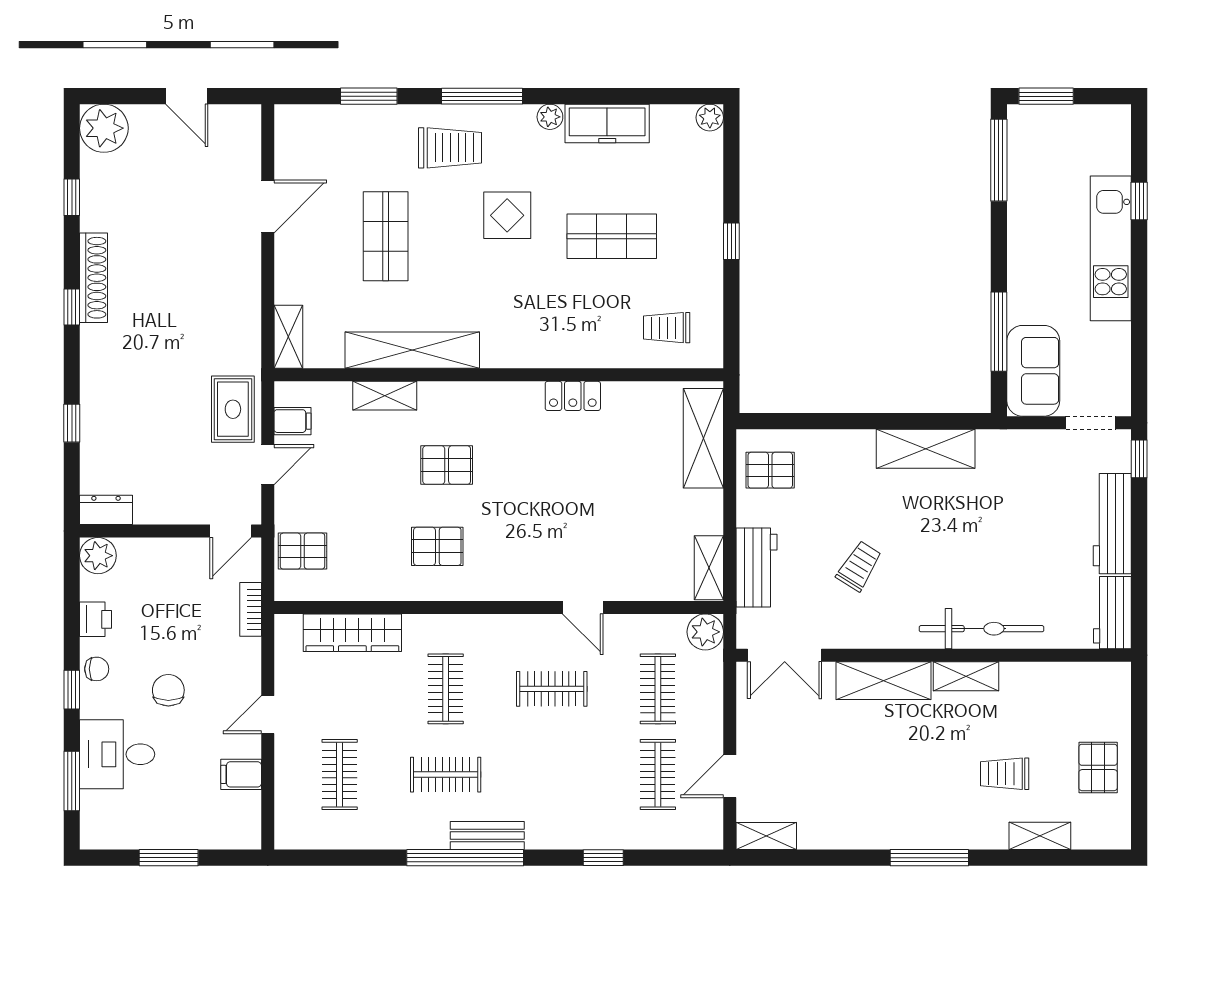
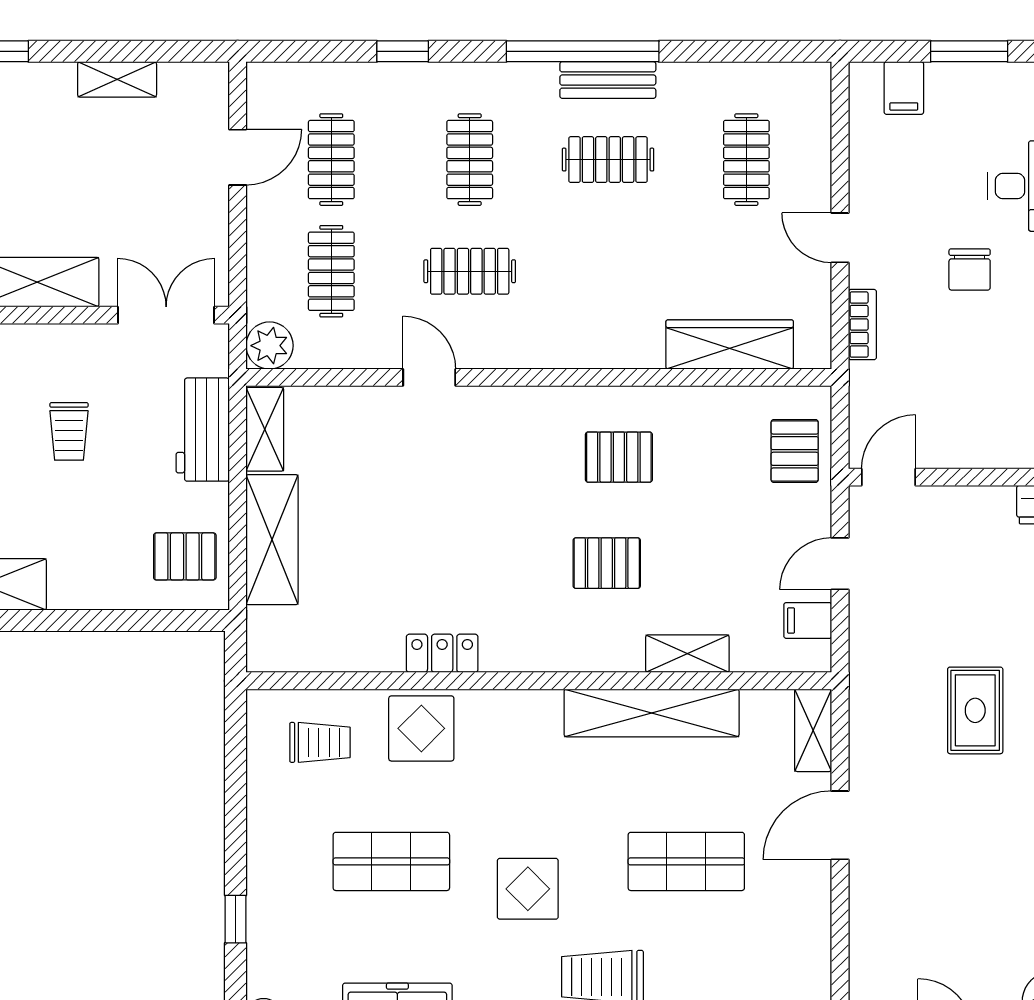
door: (268, 206) -> (840, 825), moved
shop shelf: (386, 236) -> (686, 861), turned 90
window: (731, 241) -> (236, 919), moved
display table: (589, 338) -> (421, 728), added
rug: (233, 409) -> (975, 710), moved
shelving: (703, 438) -> (272, 540), moved
pallet: (302, 551) -> (795, 451), turned 90
trolley: (859, 566) -> (69, 431), turned -32
bookcase: (251, 609) -> (862, 325), moved
clothes rail: (446, 689) -> (470, 160), moved
door: (268, 715) -> (840, 238), swing flipped
filing cabinet: (241, 774) -> (904, 88), moved, turned 90
bench: (487, 836) -> (608, 80), moved
shelving: (766, 836) -> (117, 79), moved

